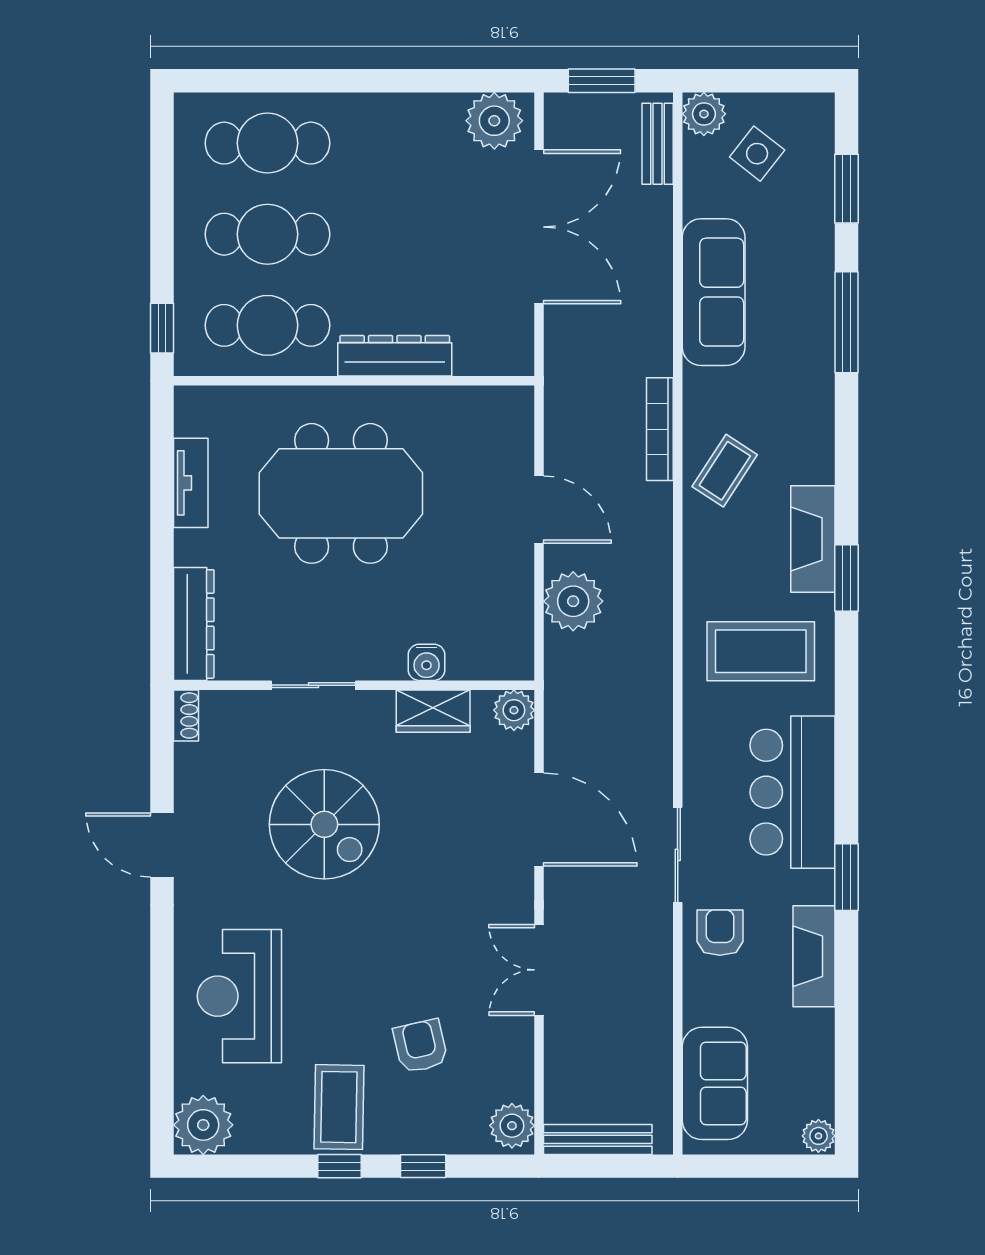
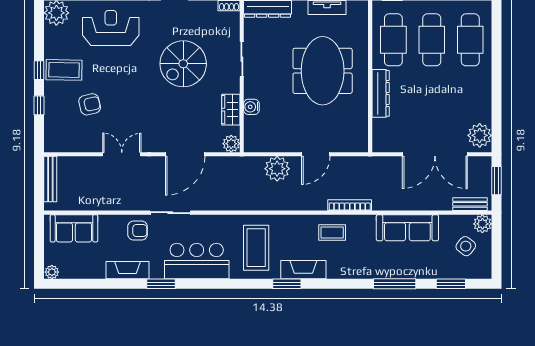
coffee table: (725, 471) -> (332, 232), turned -33
plant: (512, 1126) -> (56, 143), removed

